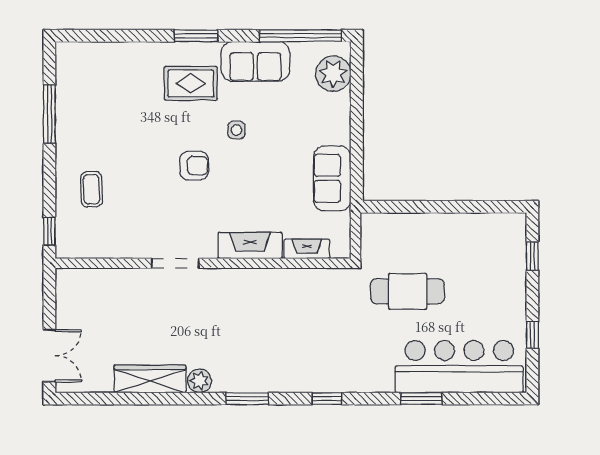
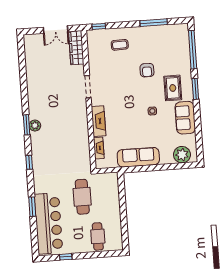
window: (300, 36) -> (193, 50), moved
armchair: (194, 166) -> (147, 70), moved
sofa: (332, 178) -> (138, 157), width x1.36
window: (532, 256) -> (103, 254), removed
cafe table: (494, 264) -> (98, 236), added
double door: (49, 356) -> (56, 29), moved
wardrobe: (150, 379) -> (76, 48), moved, turned 180
plant: (200, 381) -> (35, 126), moved

